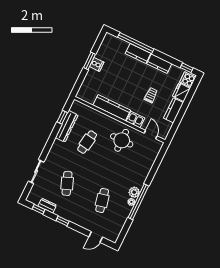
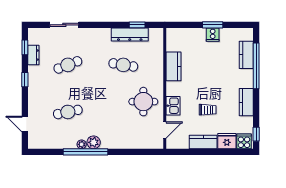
kitchen counter: (138, 53) -> (246, 55), moved
kitchen counter: (112, 108) -> (174, 66), width x0.67

